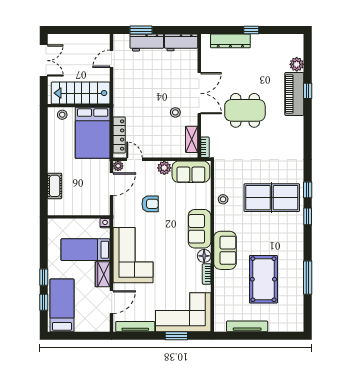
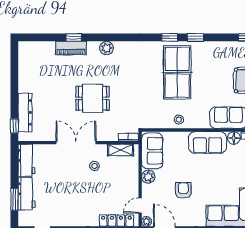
window: (251, 30) -> (14, 126), moved
plant: (297, 64) -> (106, 48), moved
piano: (294, 94) -> (71, 48), width x0.73, depth x0.75
dining table: (245, 110) -> (93, 98), width x0.73

